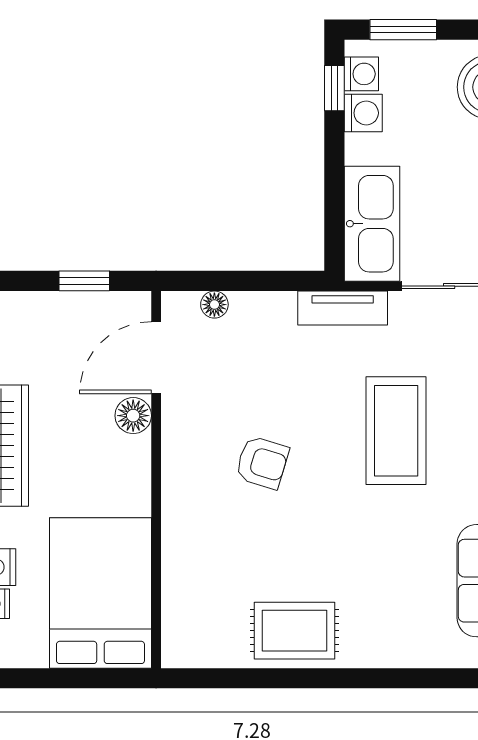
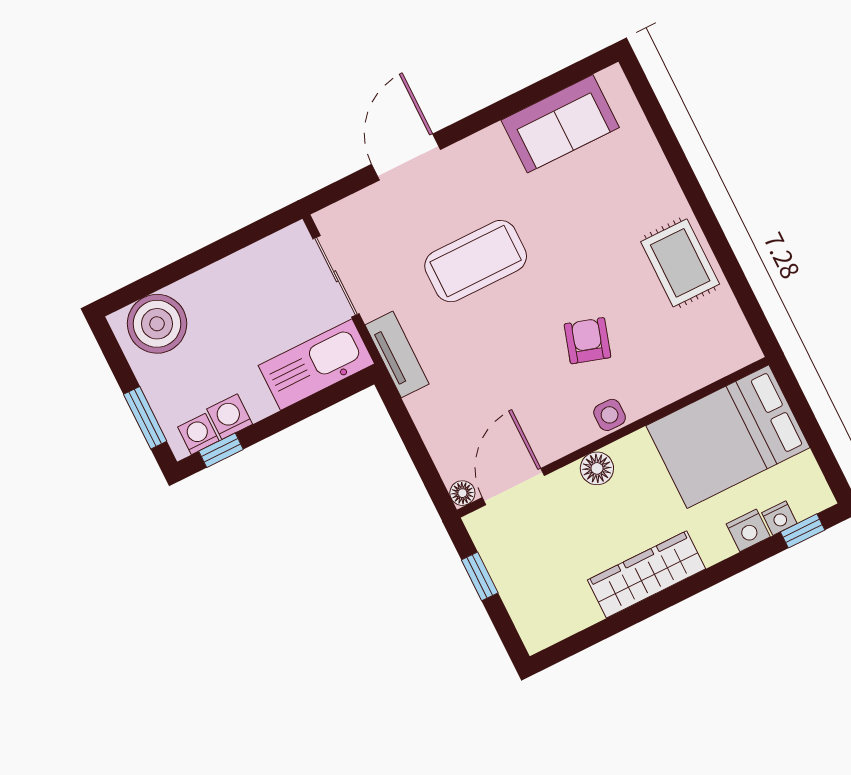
floor lamp: (214, 305) -> (462, 493), moved
door: (156, 358) -> (513, 487), swing flipped
floor lamp: (133, 416) -> (597, 468), moved
armchair: (262, 462) -> (587, 341), moved
side table: (180, 487) -> (610, 415), added

